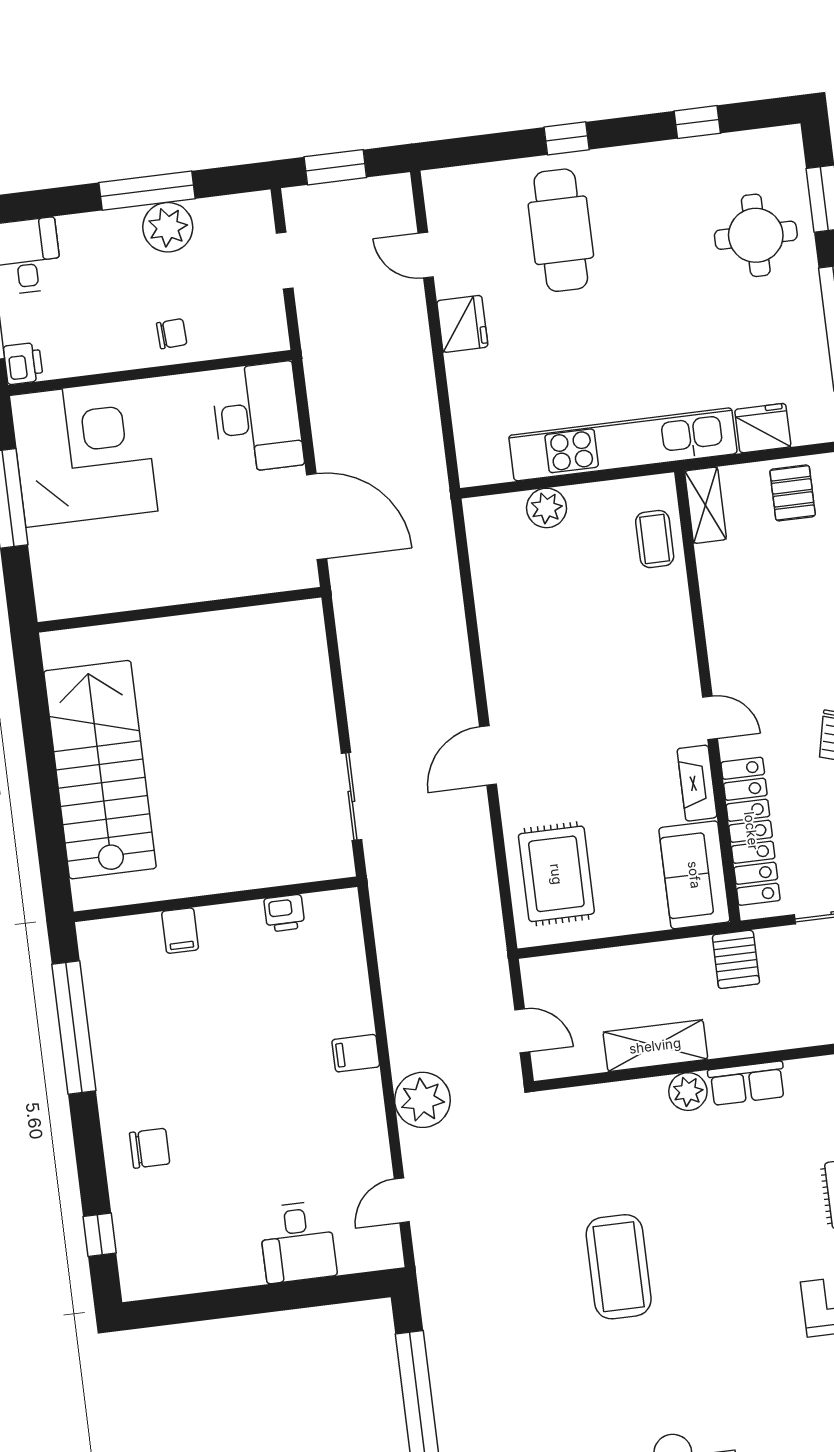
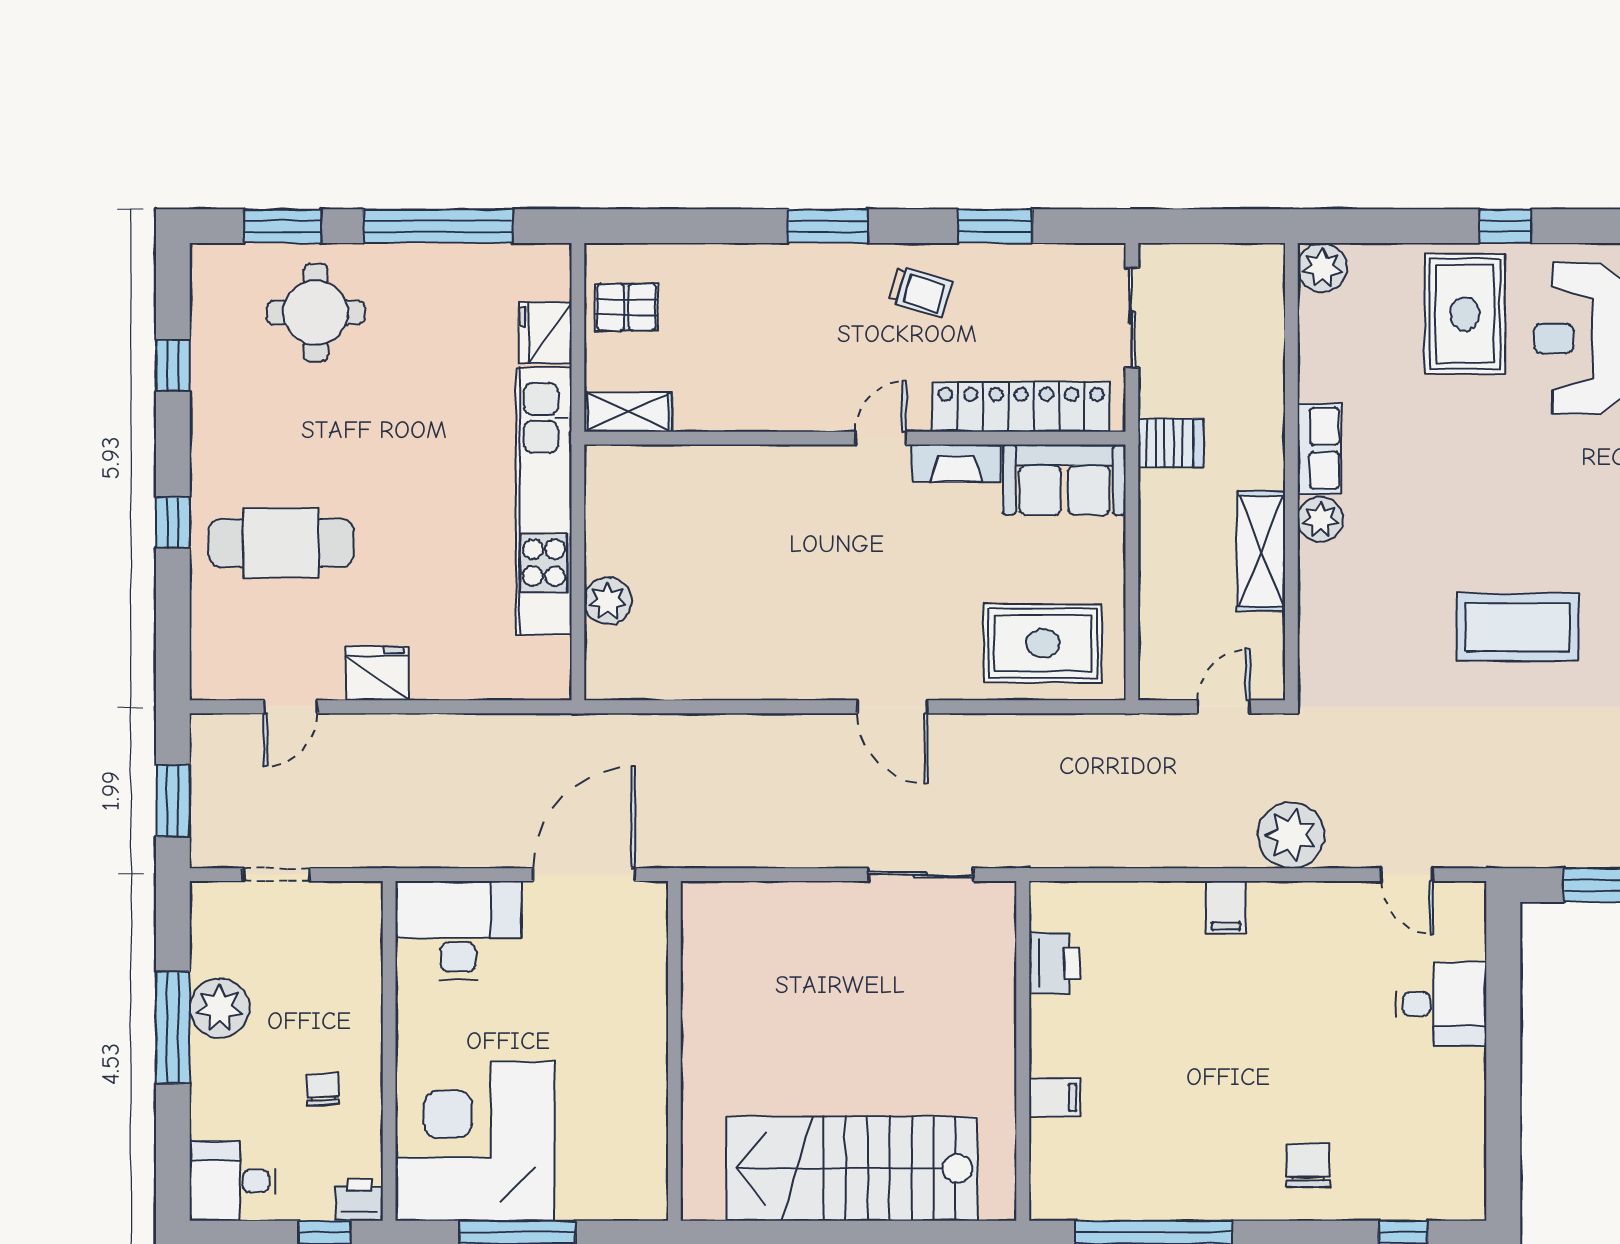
chair: (172, 334) -> (323, 1089), moved
coffee table: (655, 539) -> (661, 477), removed
printer: (284, 913) -> (1054, 963), width x1.36, depth x1.24

